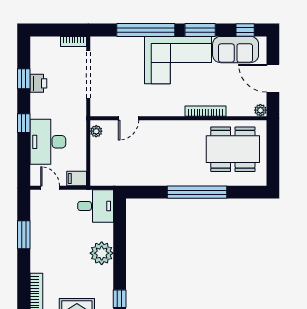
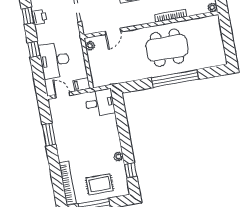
dining table: (233, 149) -> (167, 48), moved
plant: (102, 253) -> (118, 157), moved, width x0.53, depth x0.53

